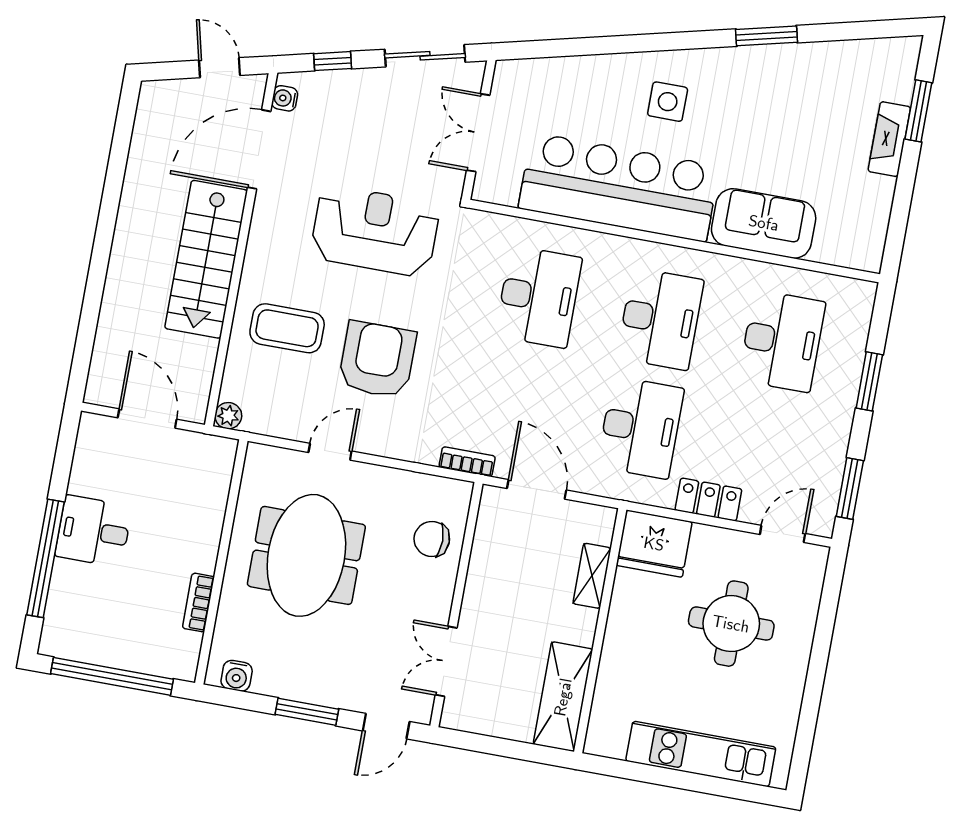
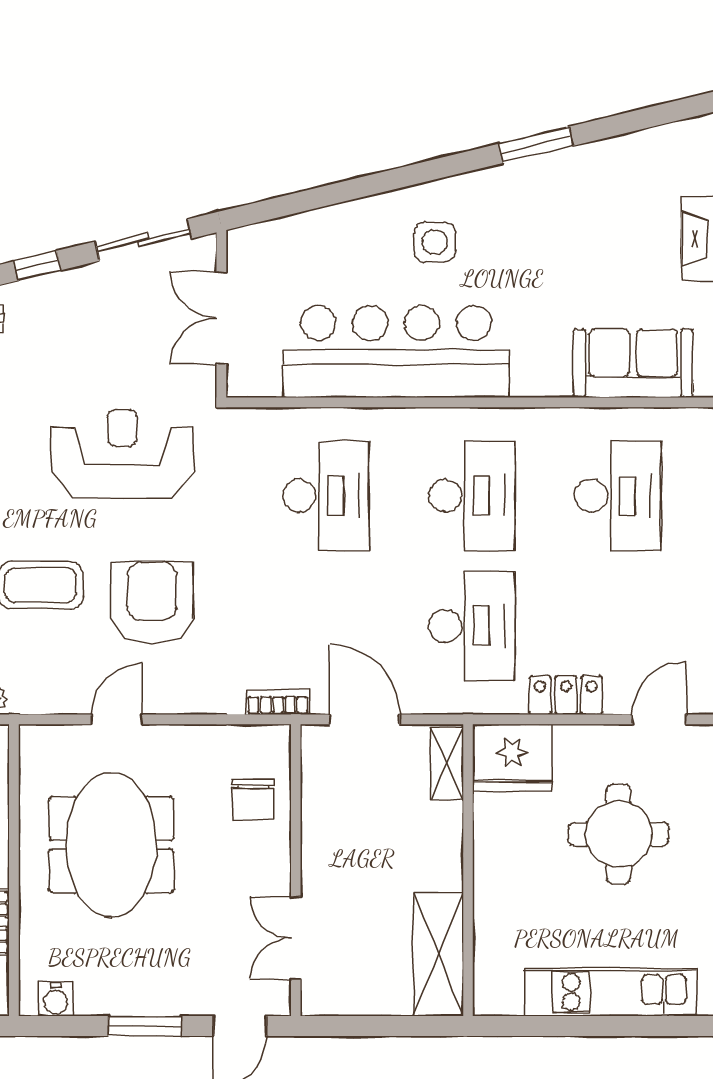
sofa: (764, 223) -> (633, 363), moved
chair: (432, 539) -> (253, 799), turned -90
shelving: (592, 576) -> (447, 764), moved

